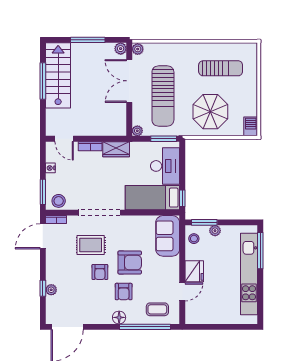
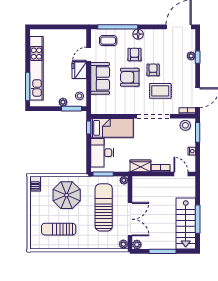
sofa: (168, 236) -> (100, 78), moved

